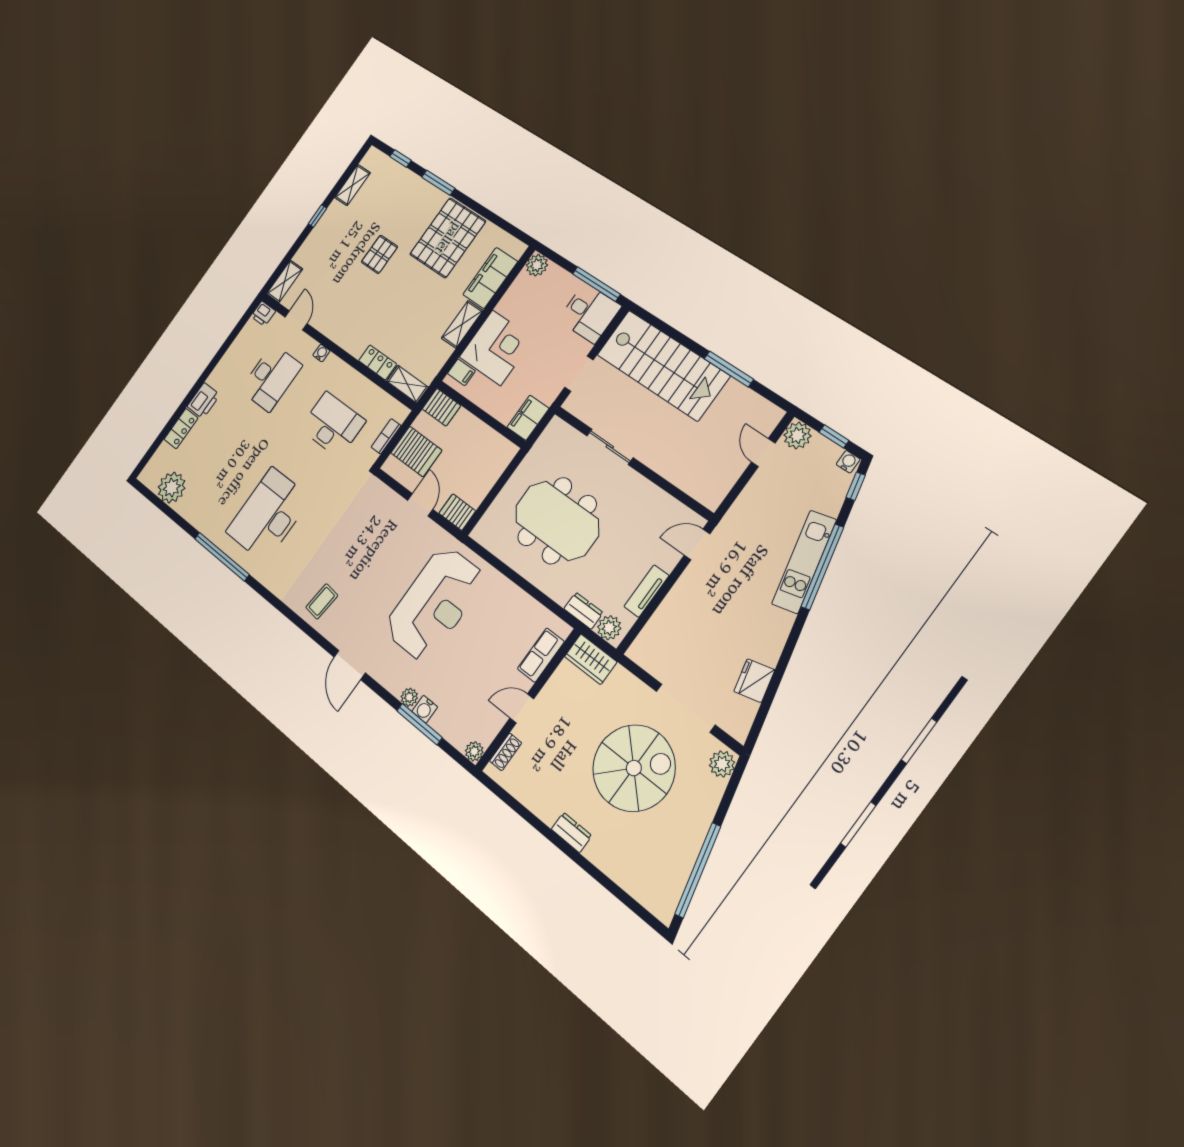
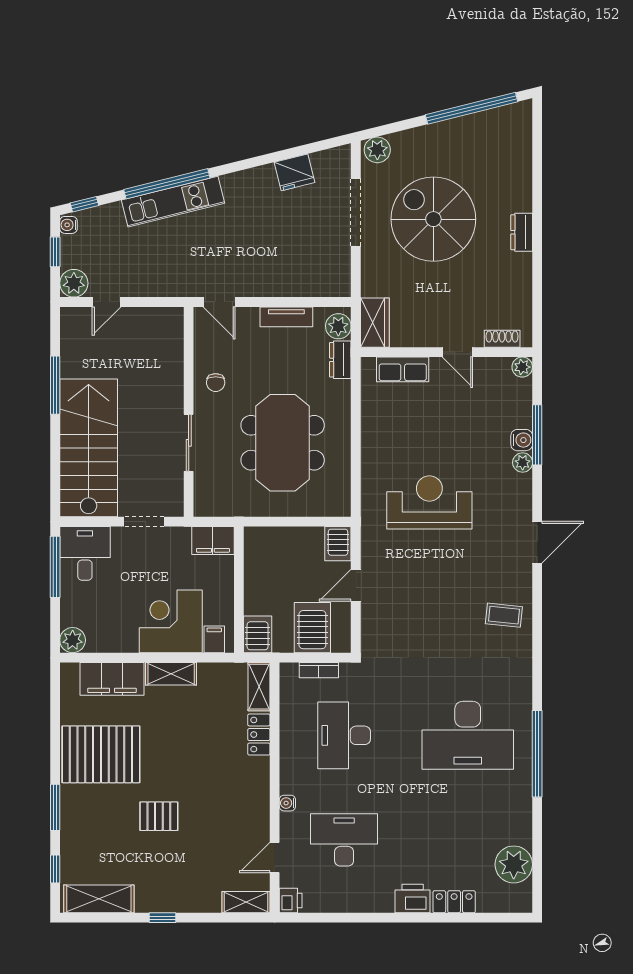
shelving: (352, 185) -> (99, 899), width x1.50, depth x1.33
chair: (638, 499) -> (216, 383), added
reception desk: (434, 604) -> (429, 502), width x0.74, depth x0.77

